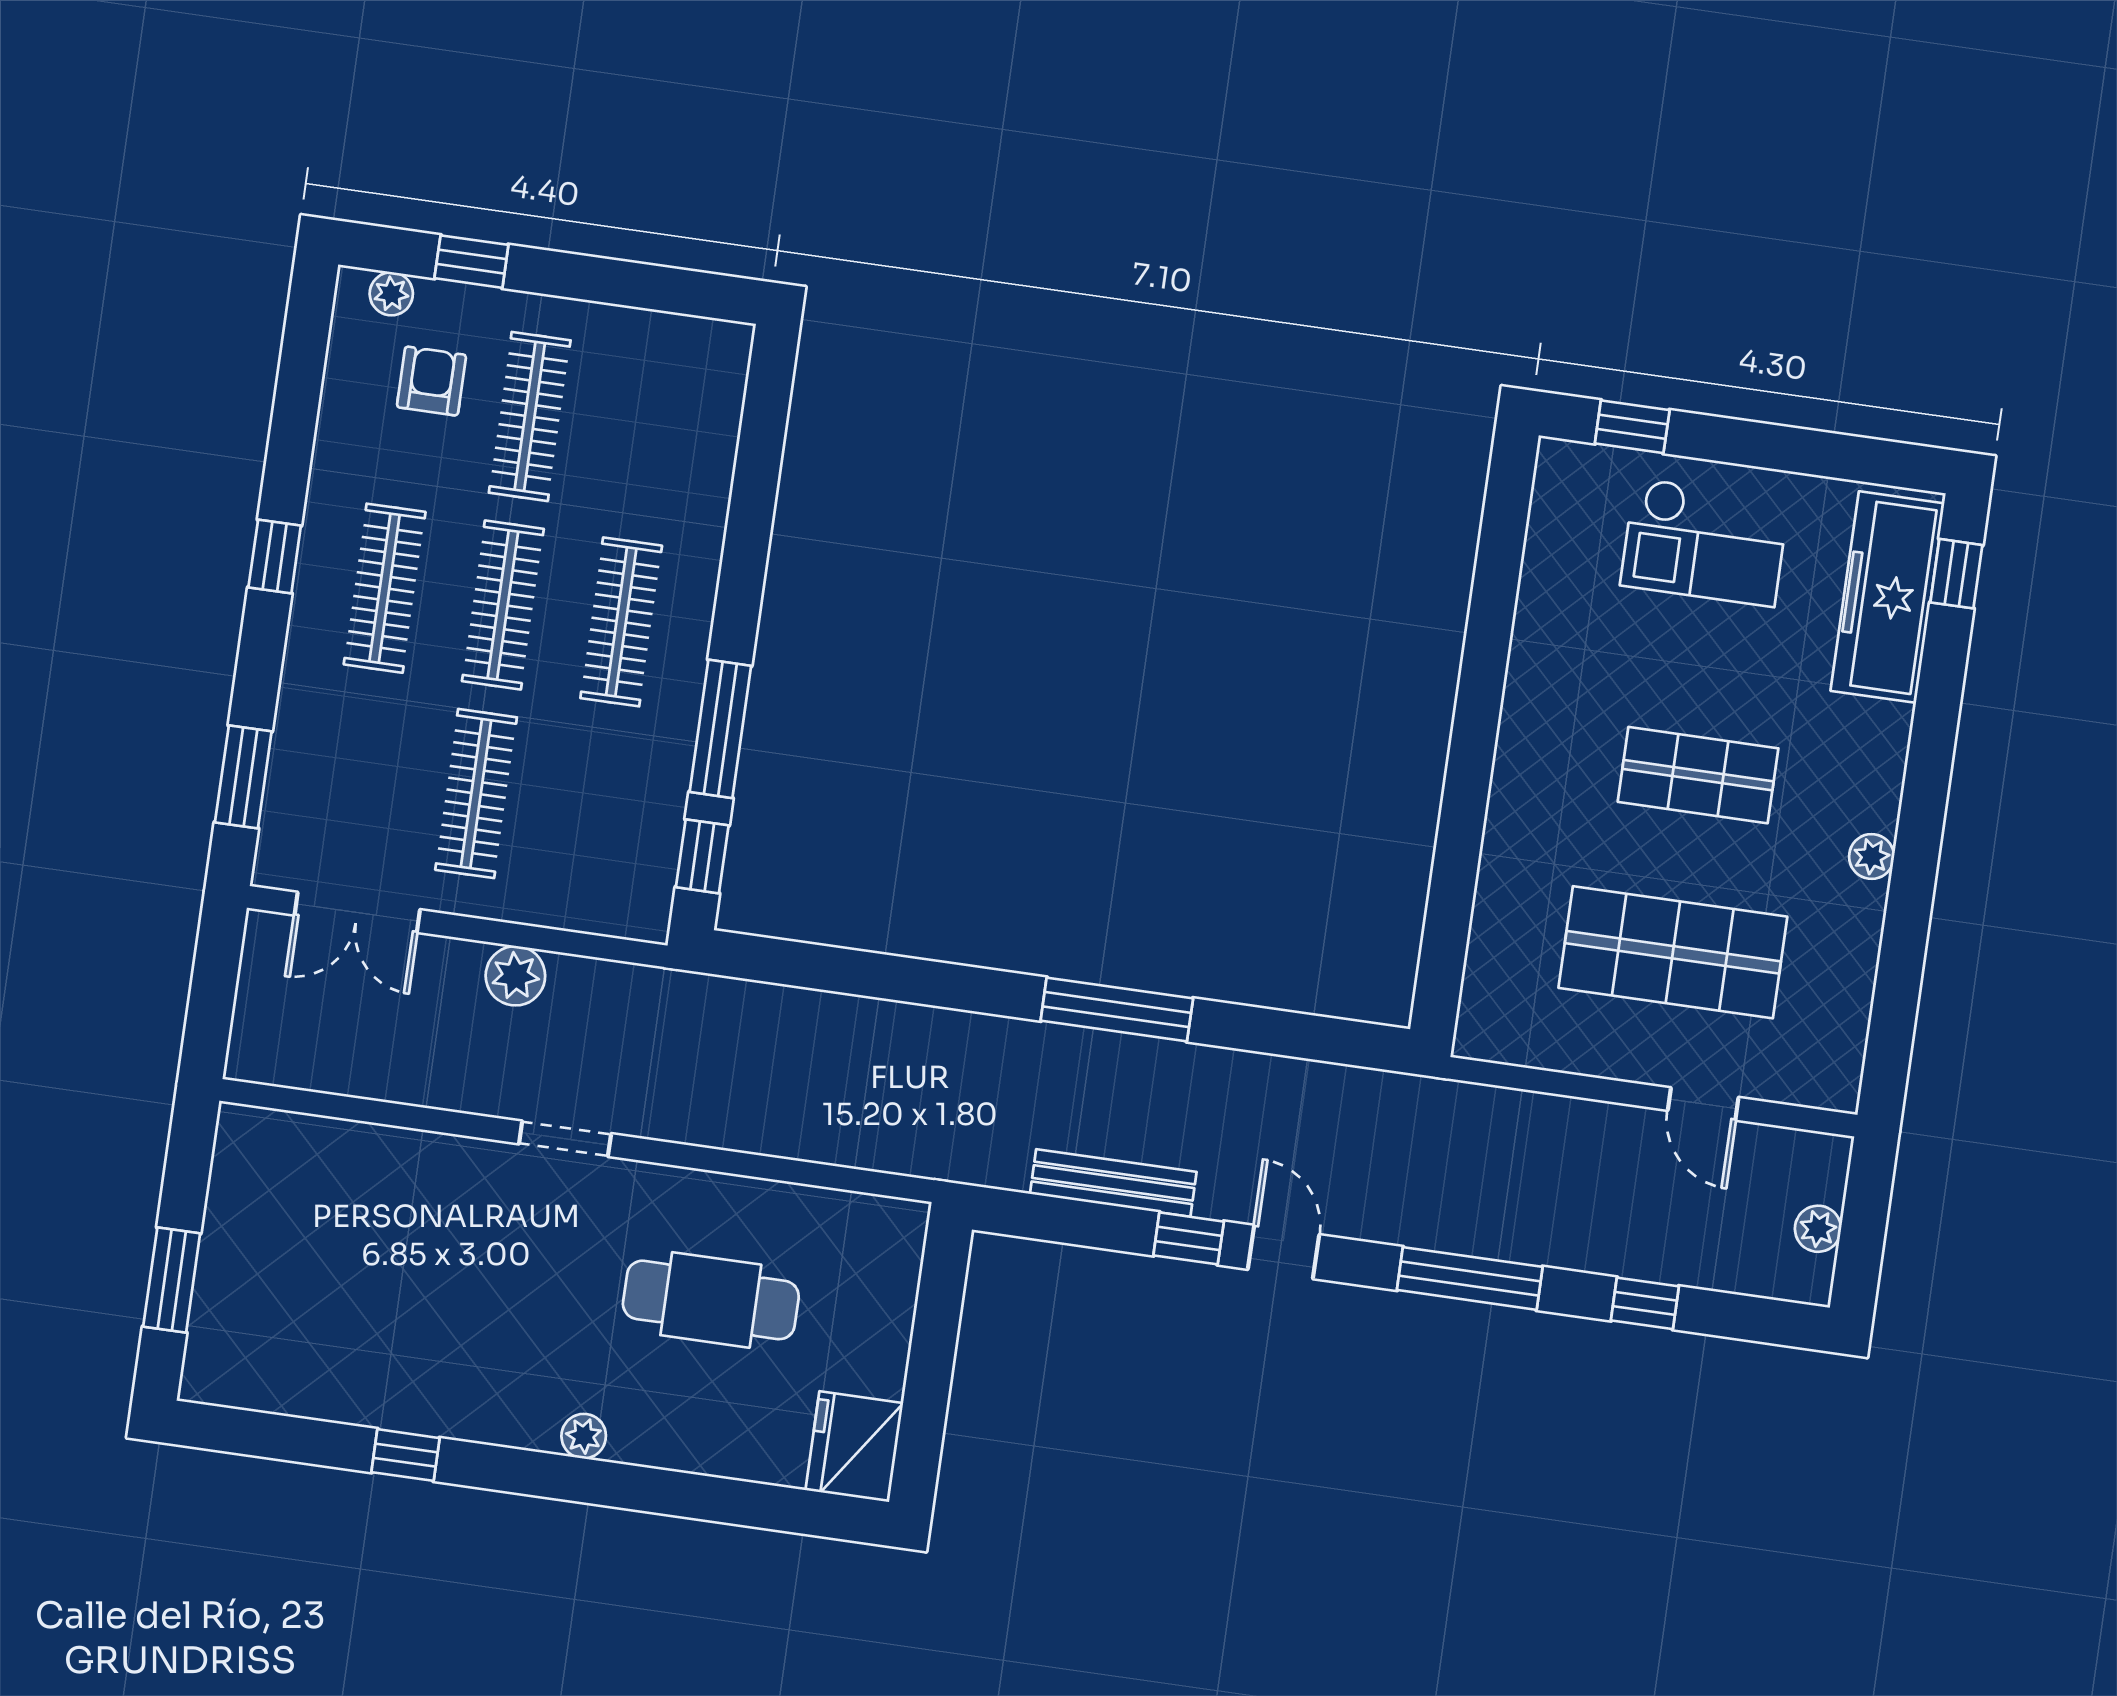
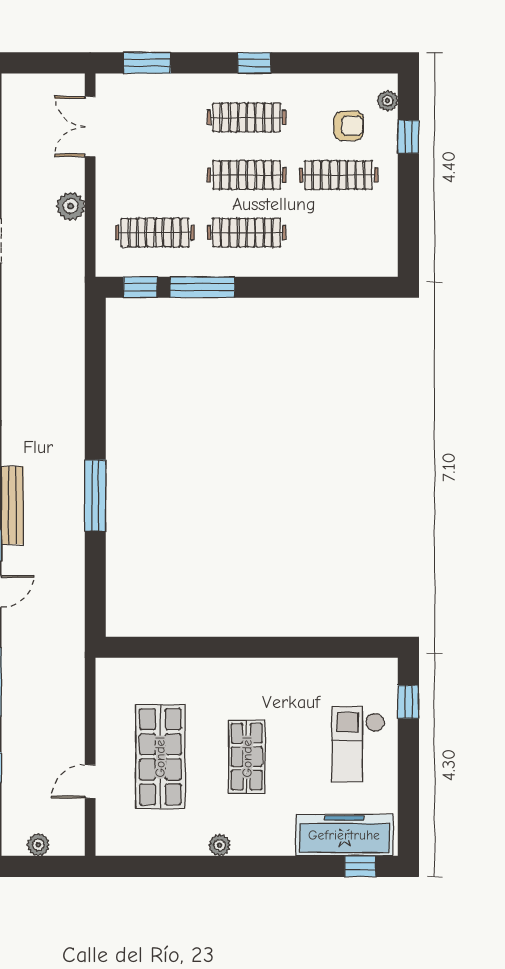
clothes rail: (476, 794) -> (155, 233), moved

